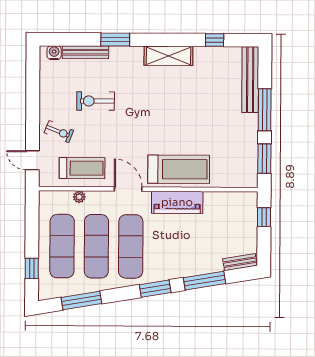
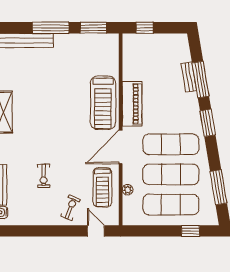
exercise bike: (96, 101) -> (44, 176), width x0.73, depth x0.72
door: (32, 160) -> (96, 231), swing flipped
treadmill: (82, 168) -> (102, 187), turned 180
treadmill: (179, 169) -> (103, 103), turned 180
door: (128, 189) -> (121, 147), width x1.36
bench: (240, 262) -> (189, 77), moved

